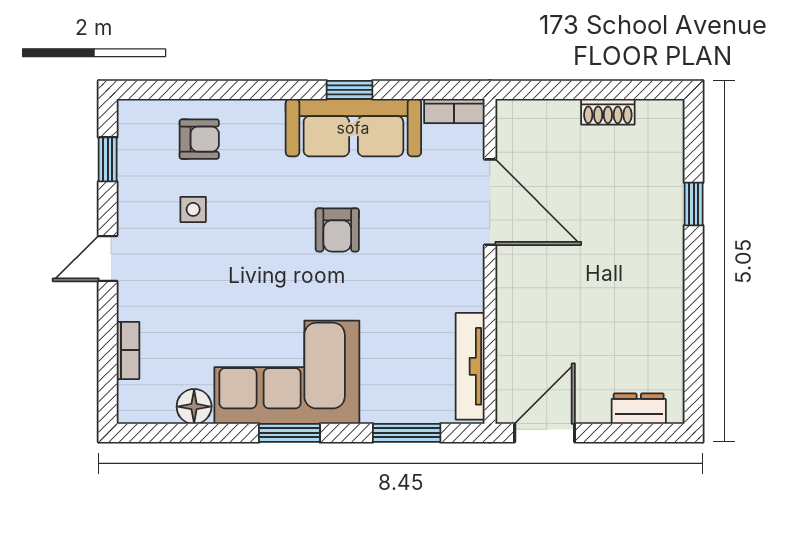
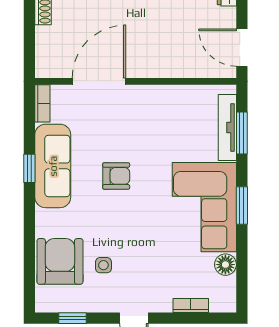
armchair: (199, 139) -> (60, 261), width x1.88, depth x1.88
tv unit: (470, 366) -> (227, 128), moved, turned 90

